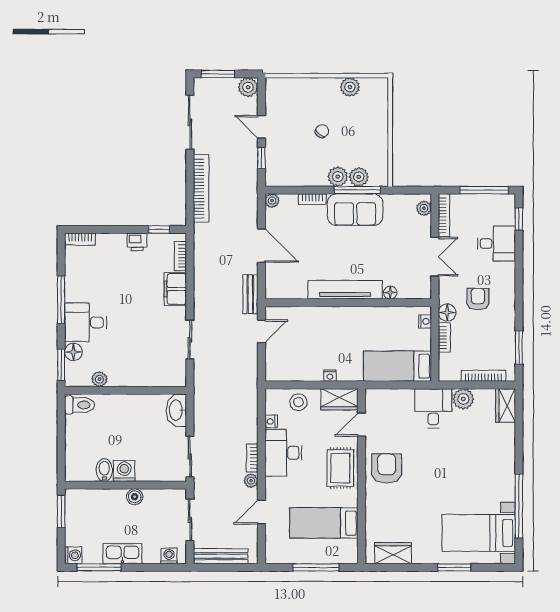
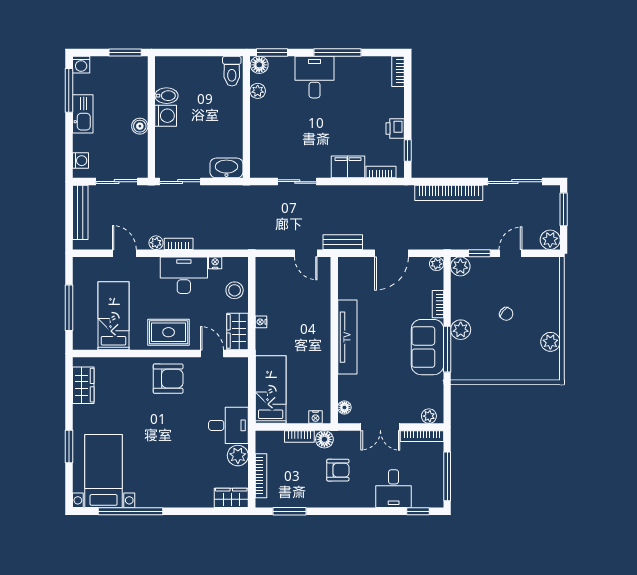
plant: (359, 177) -> (460, 266), moved
floor lamp: (390, 293) -> (344, 407), moved
floor lamp: (73, 352) -> (259, 65), moved

